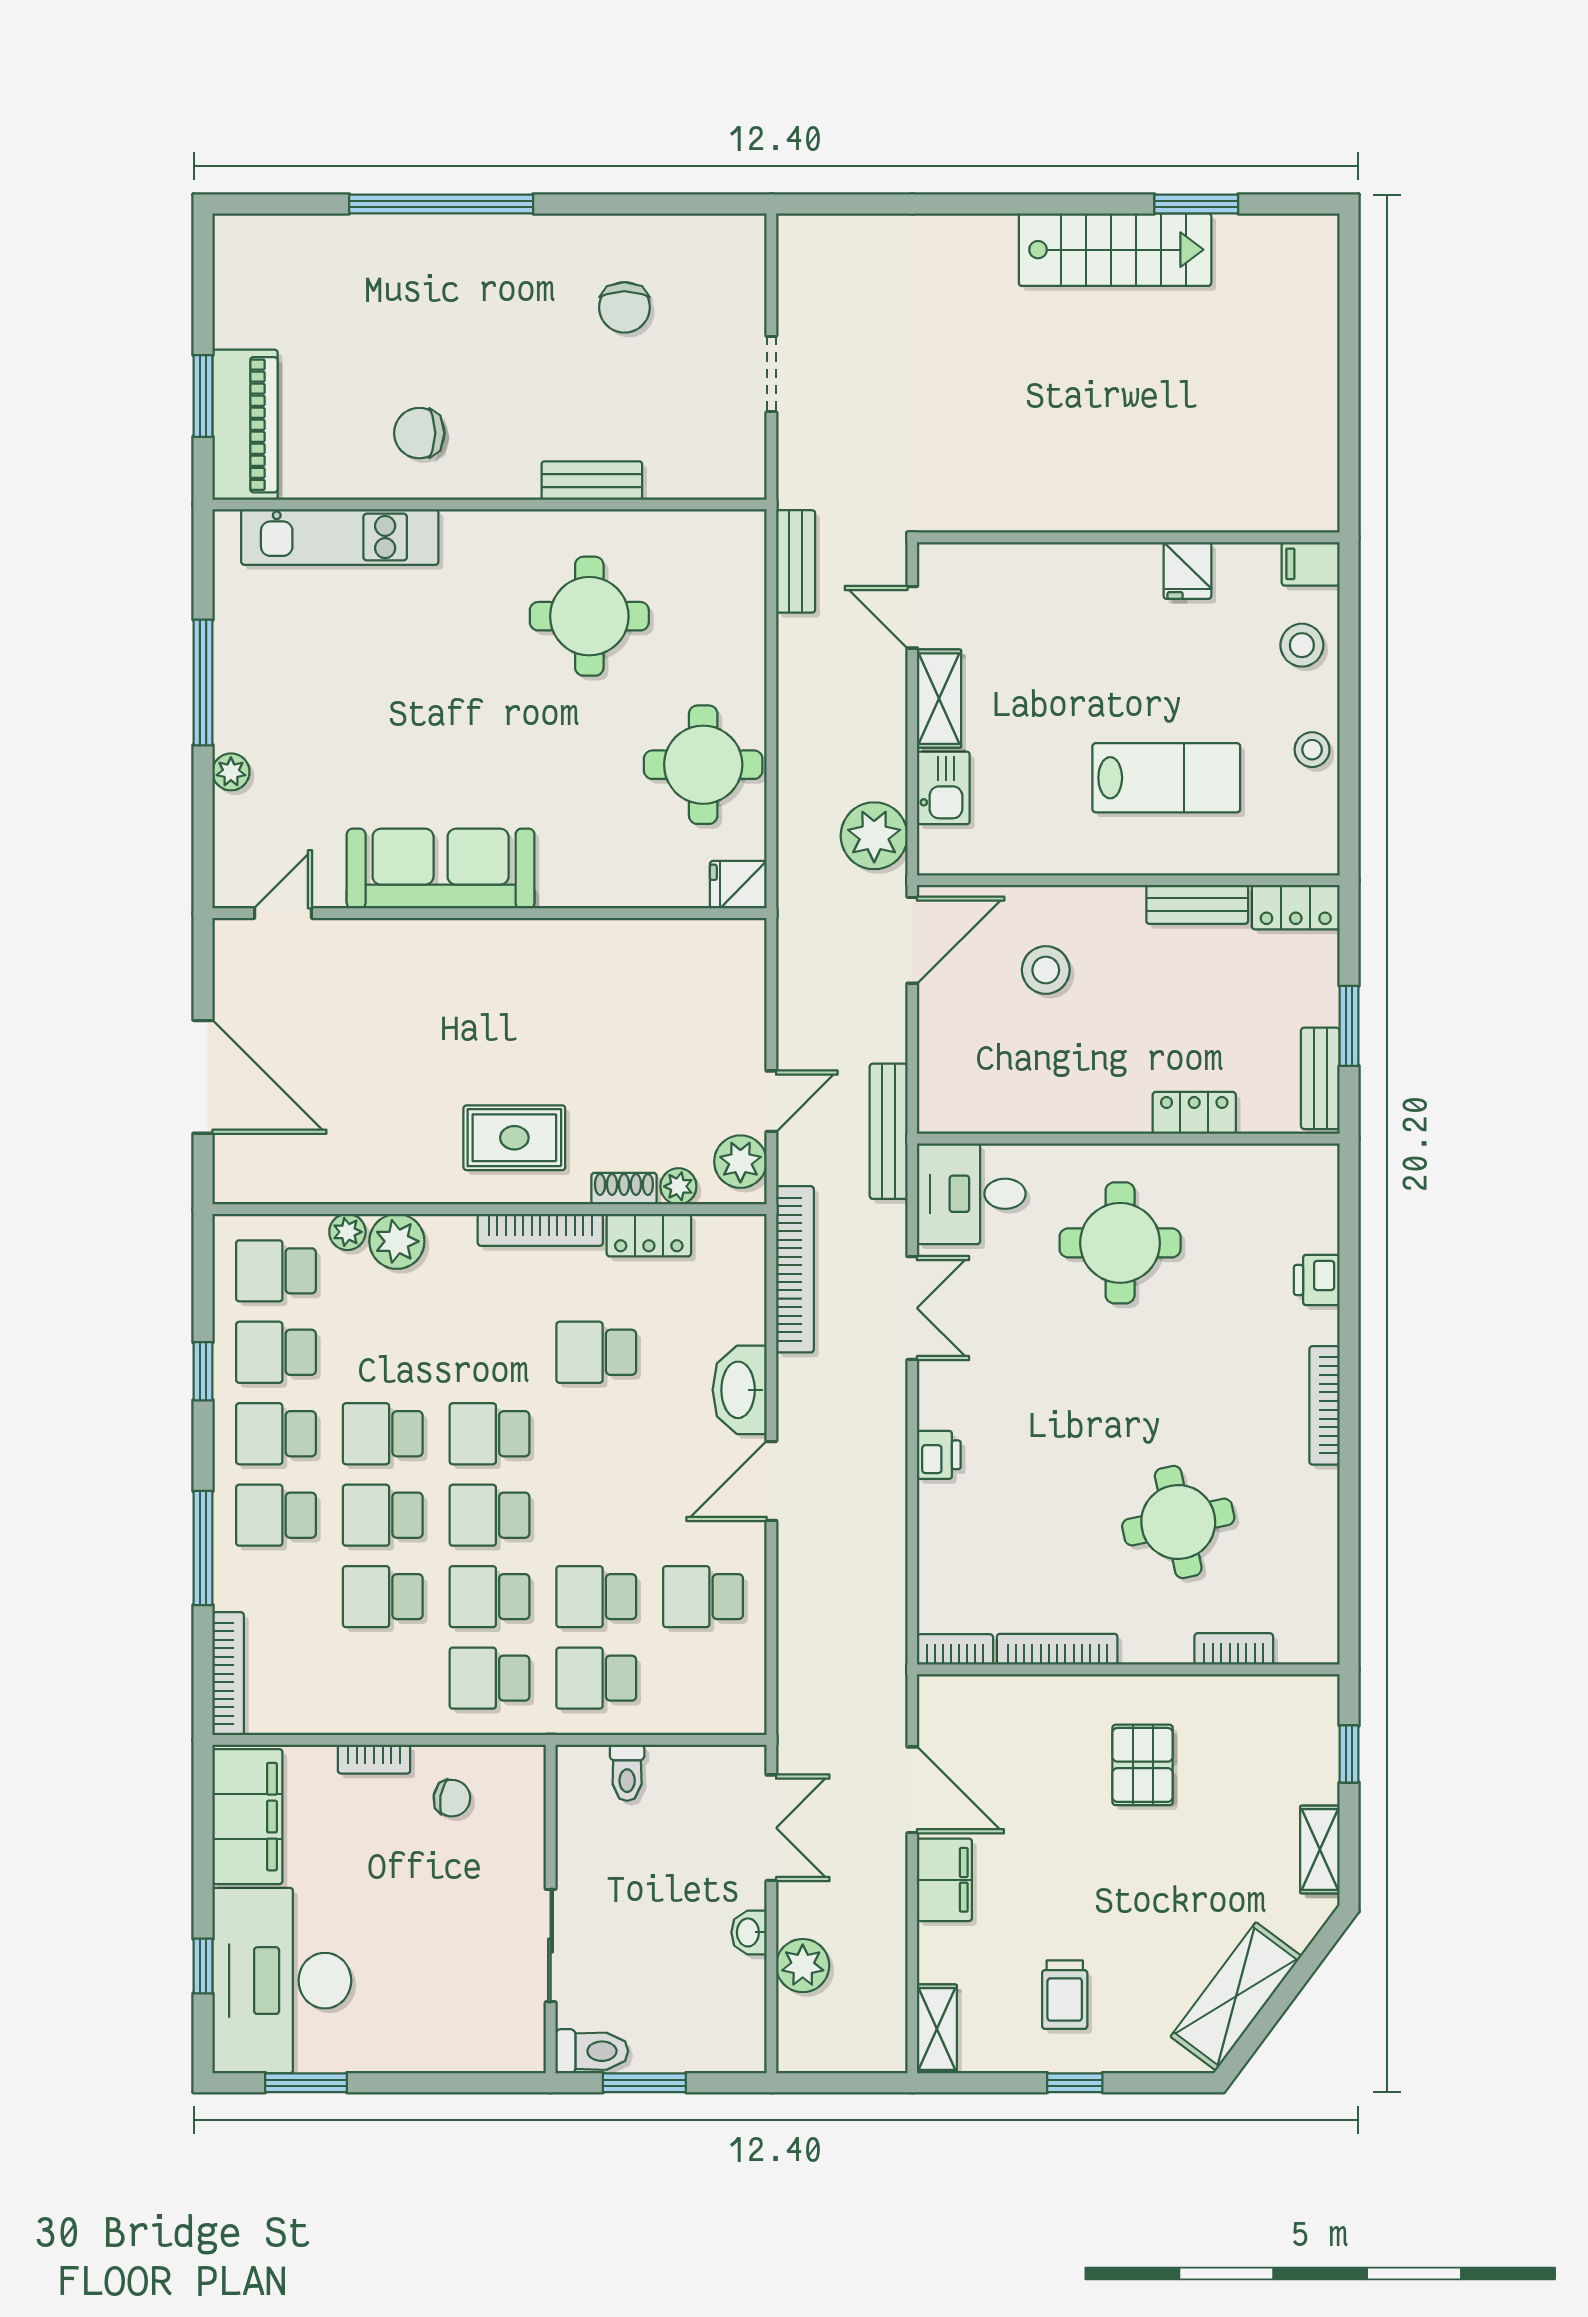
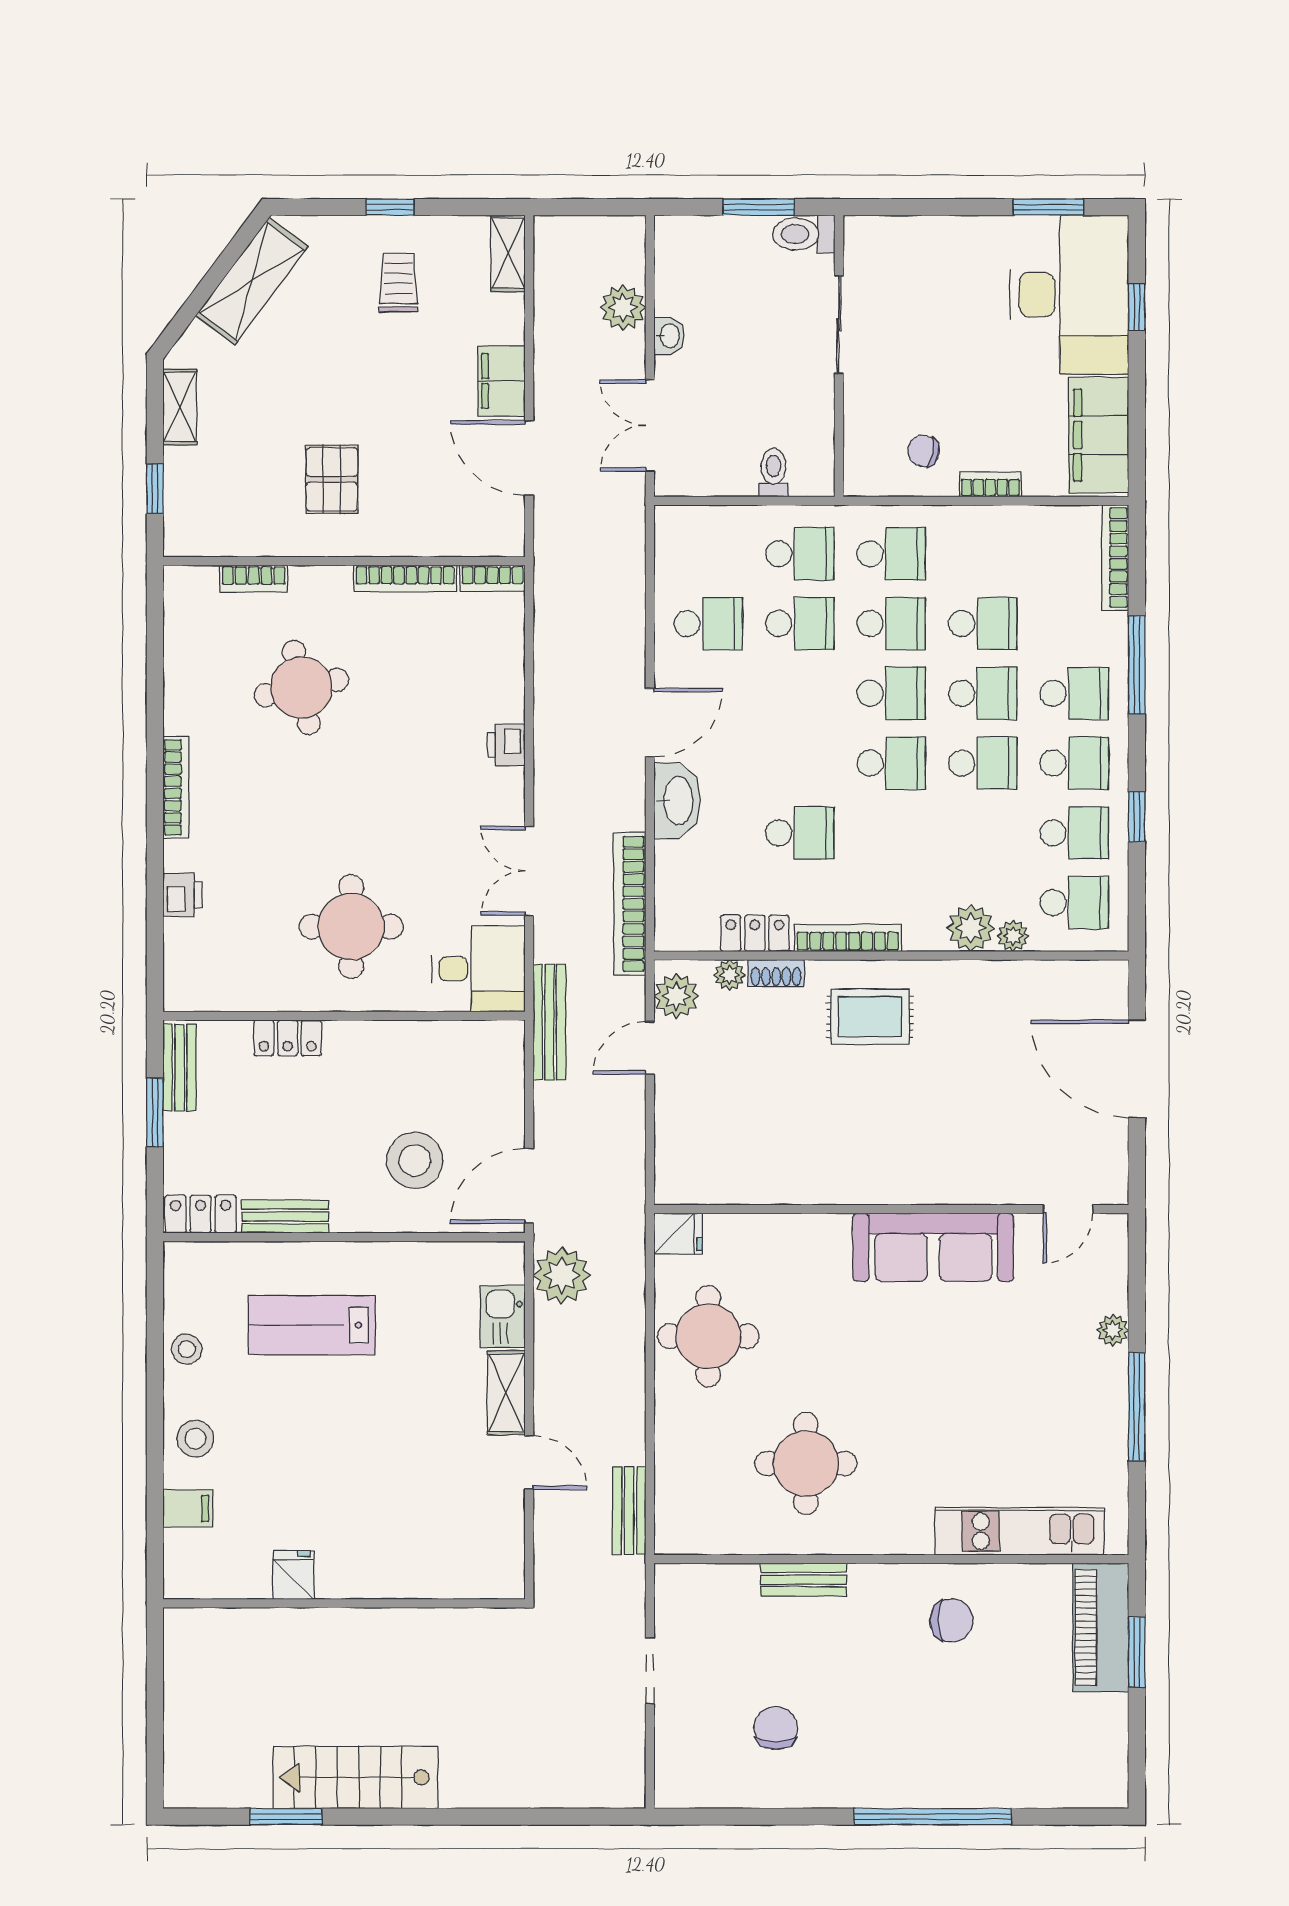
wall: (1128, 537) -> (344, 1603), moved
fridge: (1187, 571) -> (293, 1575), moved
stool: (1046, 970) -> (415, 1160), width x1.38, depth x1.38

